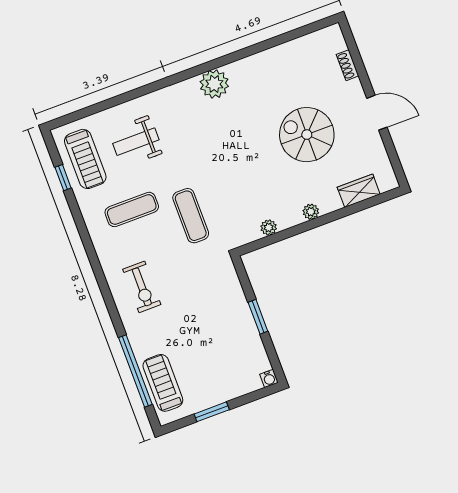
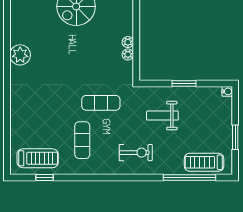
weight bench: (136, 142) -> (162, 116), moved, turned 90
plant: (311, 212) -> (128, 42), moved

